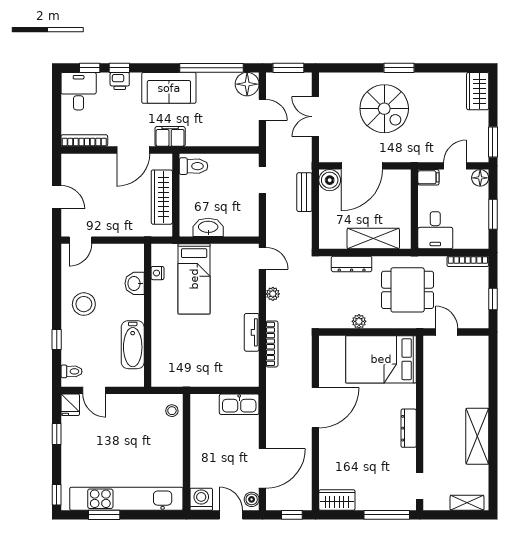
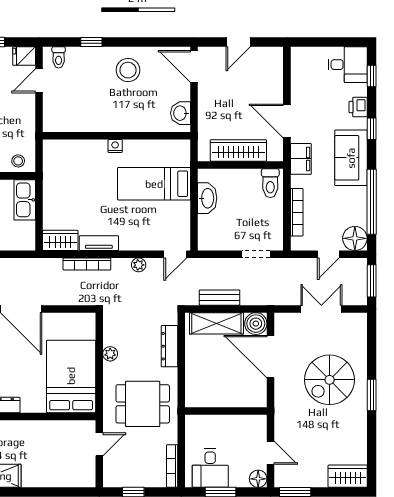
window: (119, 68) -> (372, 129), moved
bookcase: (84, 141) -> (297, 212), moved
filing cabinet: (428, 177) -> (259, 425), removed
bench: (304, 192) -> (220, 298), moved
desk: (435, 230) -> (210, 468), moved, turned -90
shelving: (373, 239) -> (216, 323), moved, turned 90
door: (80, 240) -> (194, 66), width x1.38
nightstand: (157, 273) -> (115, 146), moved
washbasin: (135, 283) -> (181, 113), moved, turned -90
dining table: (408, 290) -> (143, 404), turned 90
bathtub: (133, 345) -> (86, 120), removed
wardrobe: (249, 370) -> (60, 240), added
kitchen sink: (239, 404) -> (25, 200), moved

